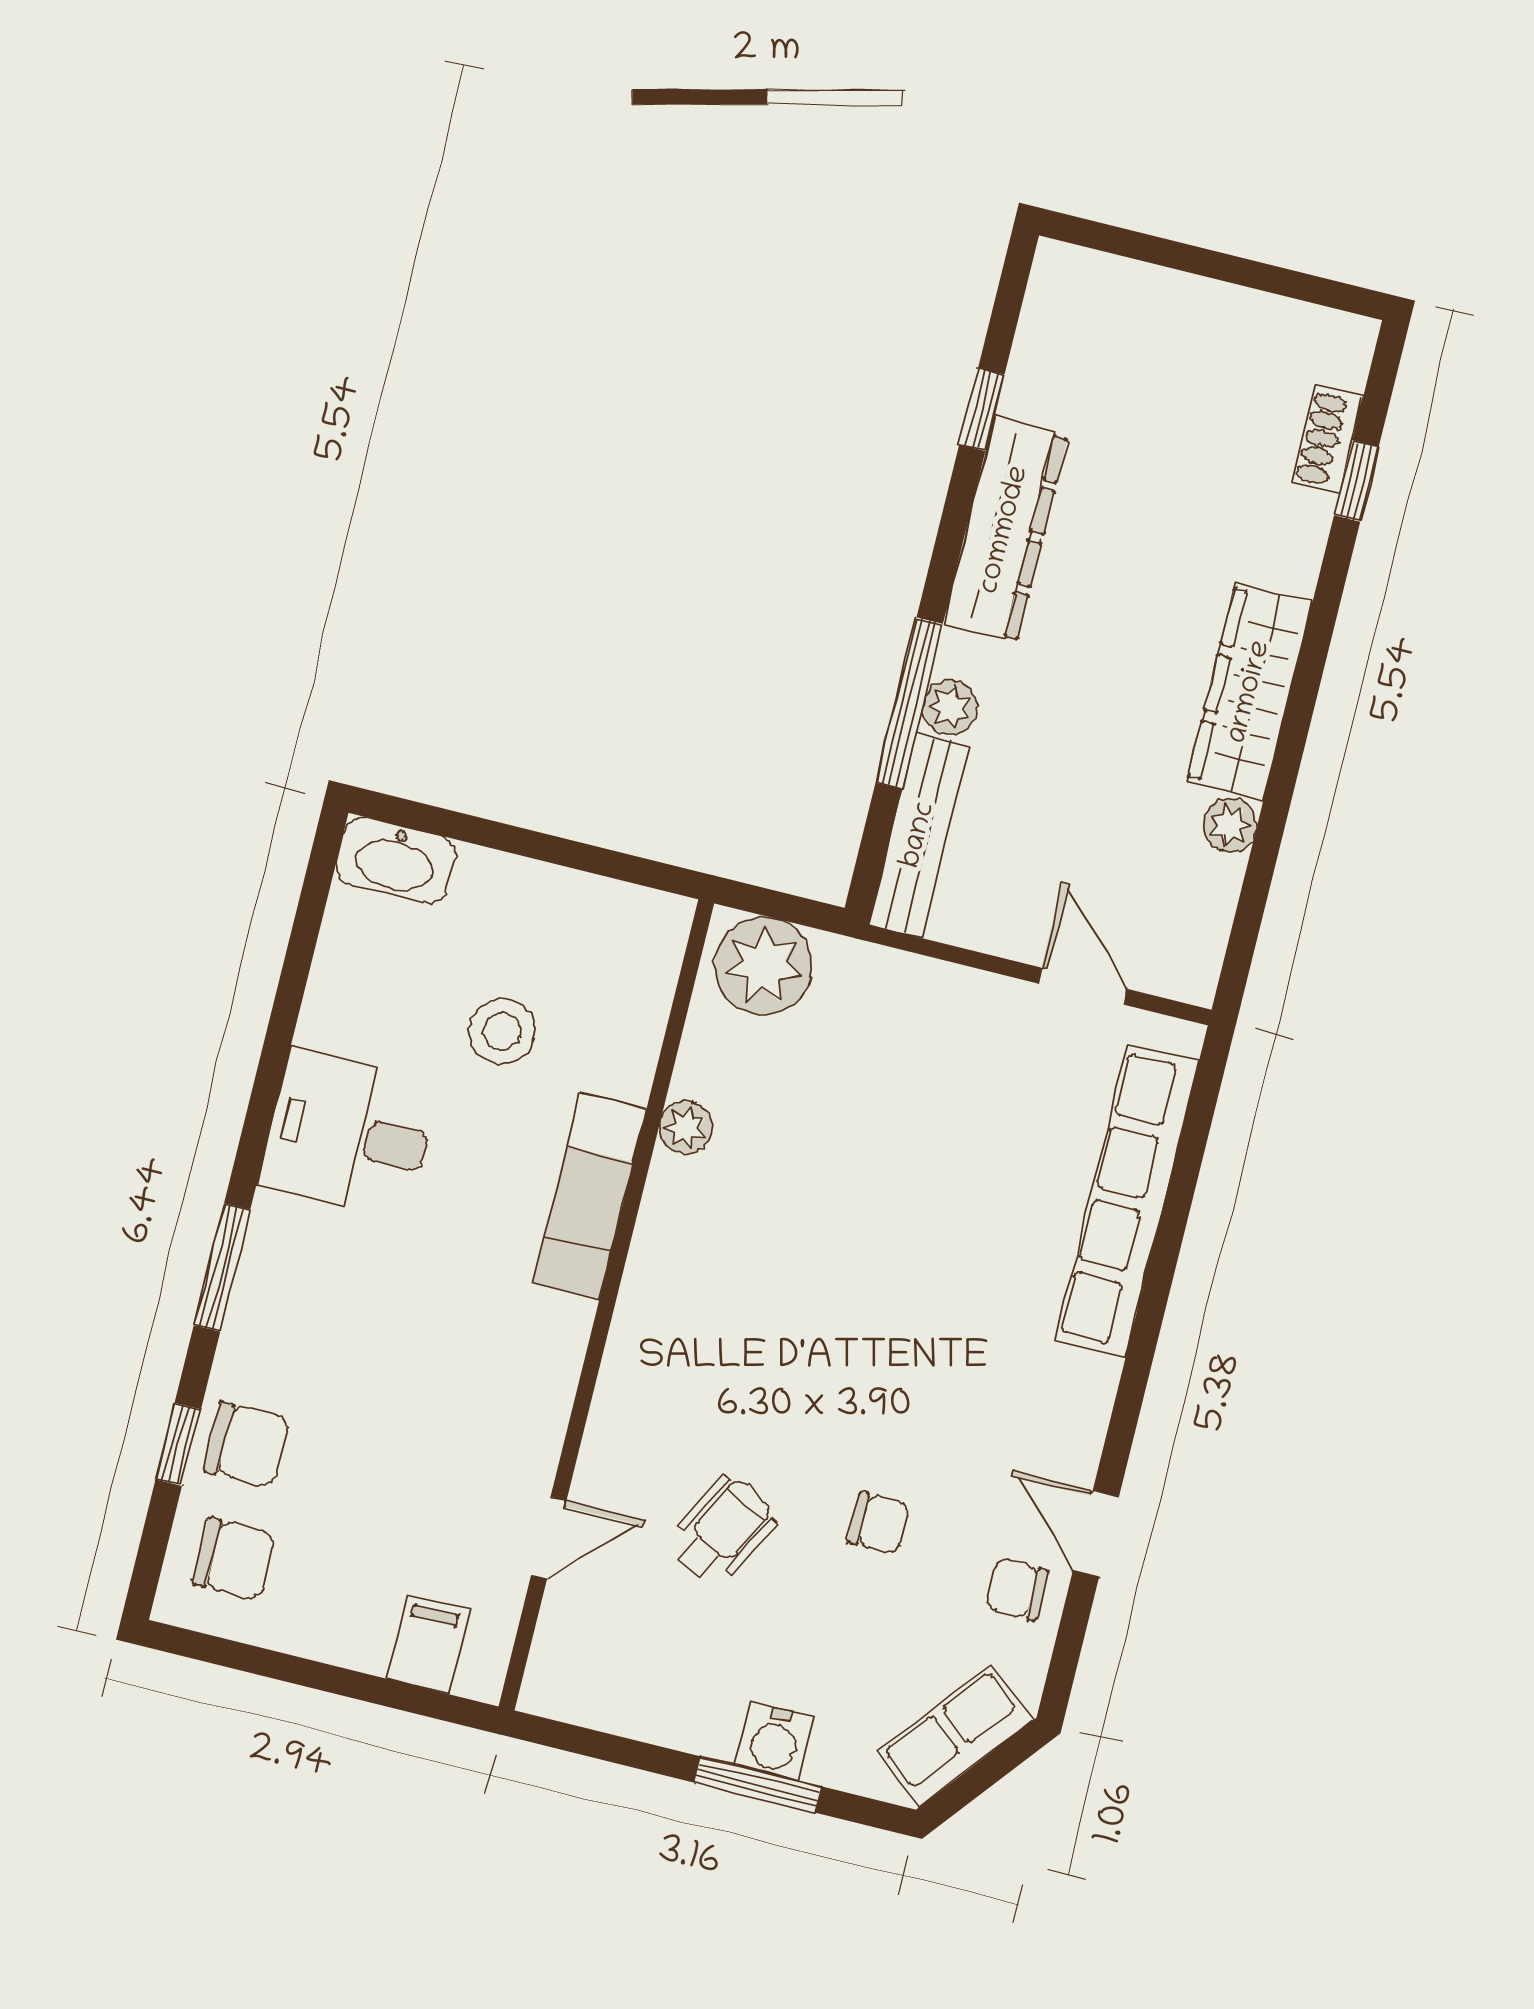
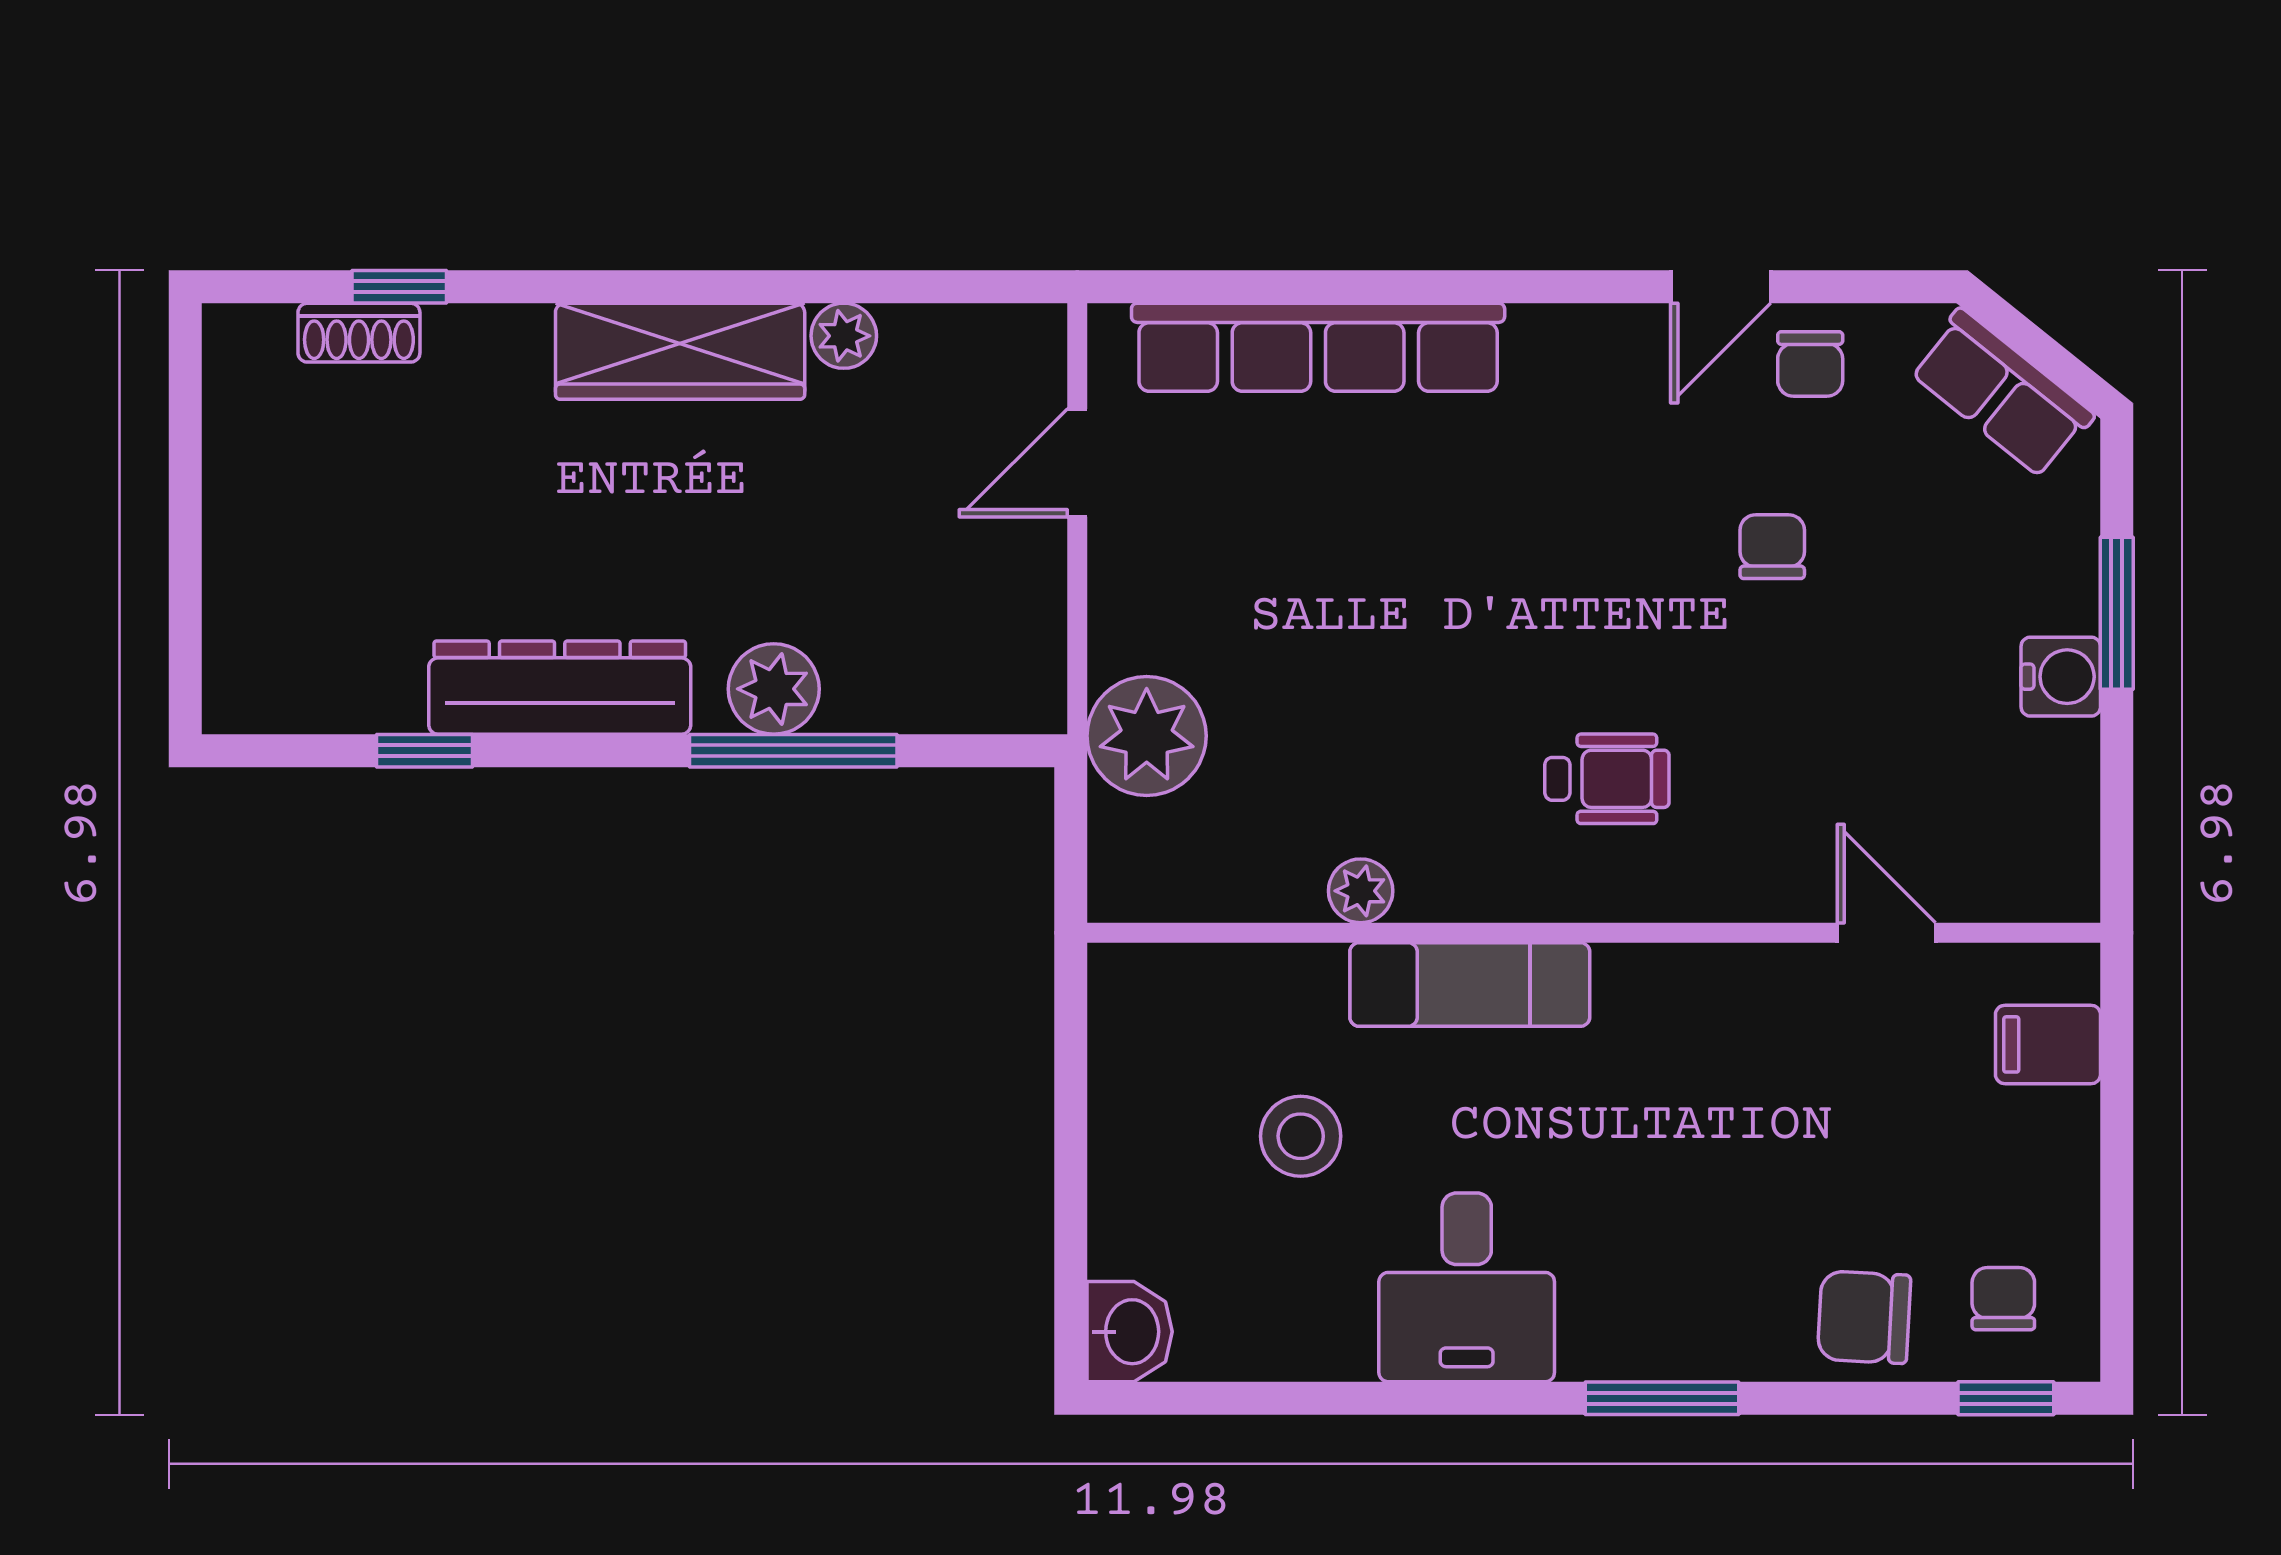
plant: (950, 707) -> (774, 689), width x1.38, depth x1.38
bench: (919, 835) -> (947, 700), removed
washbasin: (395, 860) -> (1130, 1332), width x0.72
plant: (763, 966) -> (1147, 736), moved
window: (178, 1444) -> (2006, 1398), moved
chair: (247, 1444) -> (1864, 1317), turned -87
wheelchair: (722, 1531) -> (1607, 779), moved, turned 152
chair: (234, 1559) -> (2003, 1299), width x0.73, depth x0.73
water cooler: (775, 1741) -> (2061, 677), moved

